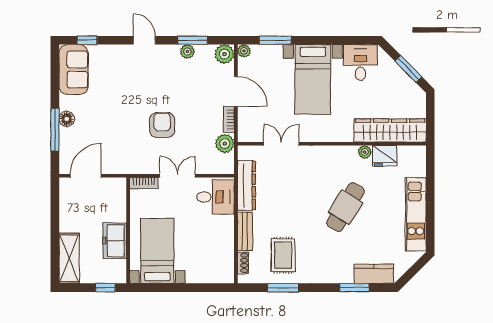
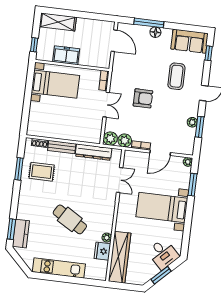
plant: (224, 54) -> (110, 139), moved
desk: (360, 63) -> (163, 254), moved, turned 45
coffee table: (125, 82) -> (176, 76), added
desk: (215, 197) -> (88, 129), removed
window: (354, 288) -> (11, 229), moved

